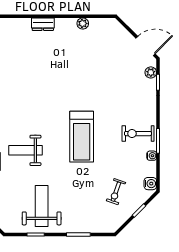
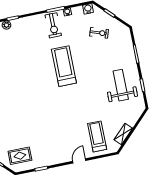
treadmill: (82, 137) -> (64, 66), turned -90
weight bench: (25, 150) -> (82, 105), removed
weight bench: (42, 206) -> (121, 85), turned 90

